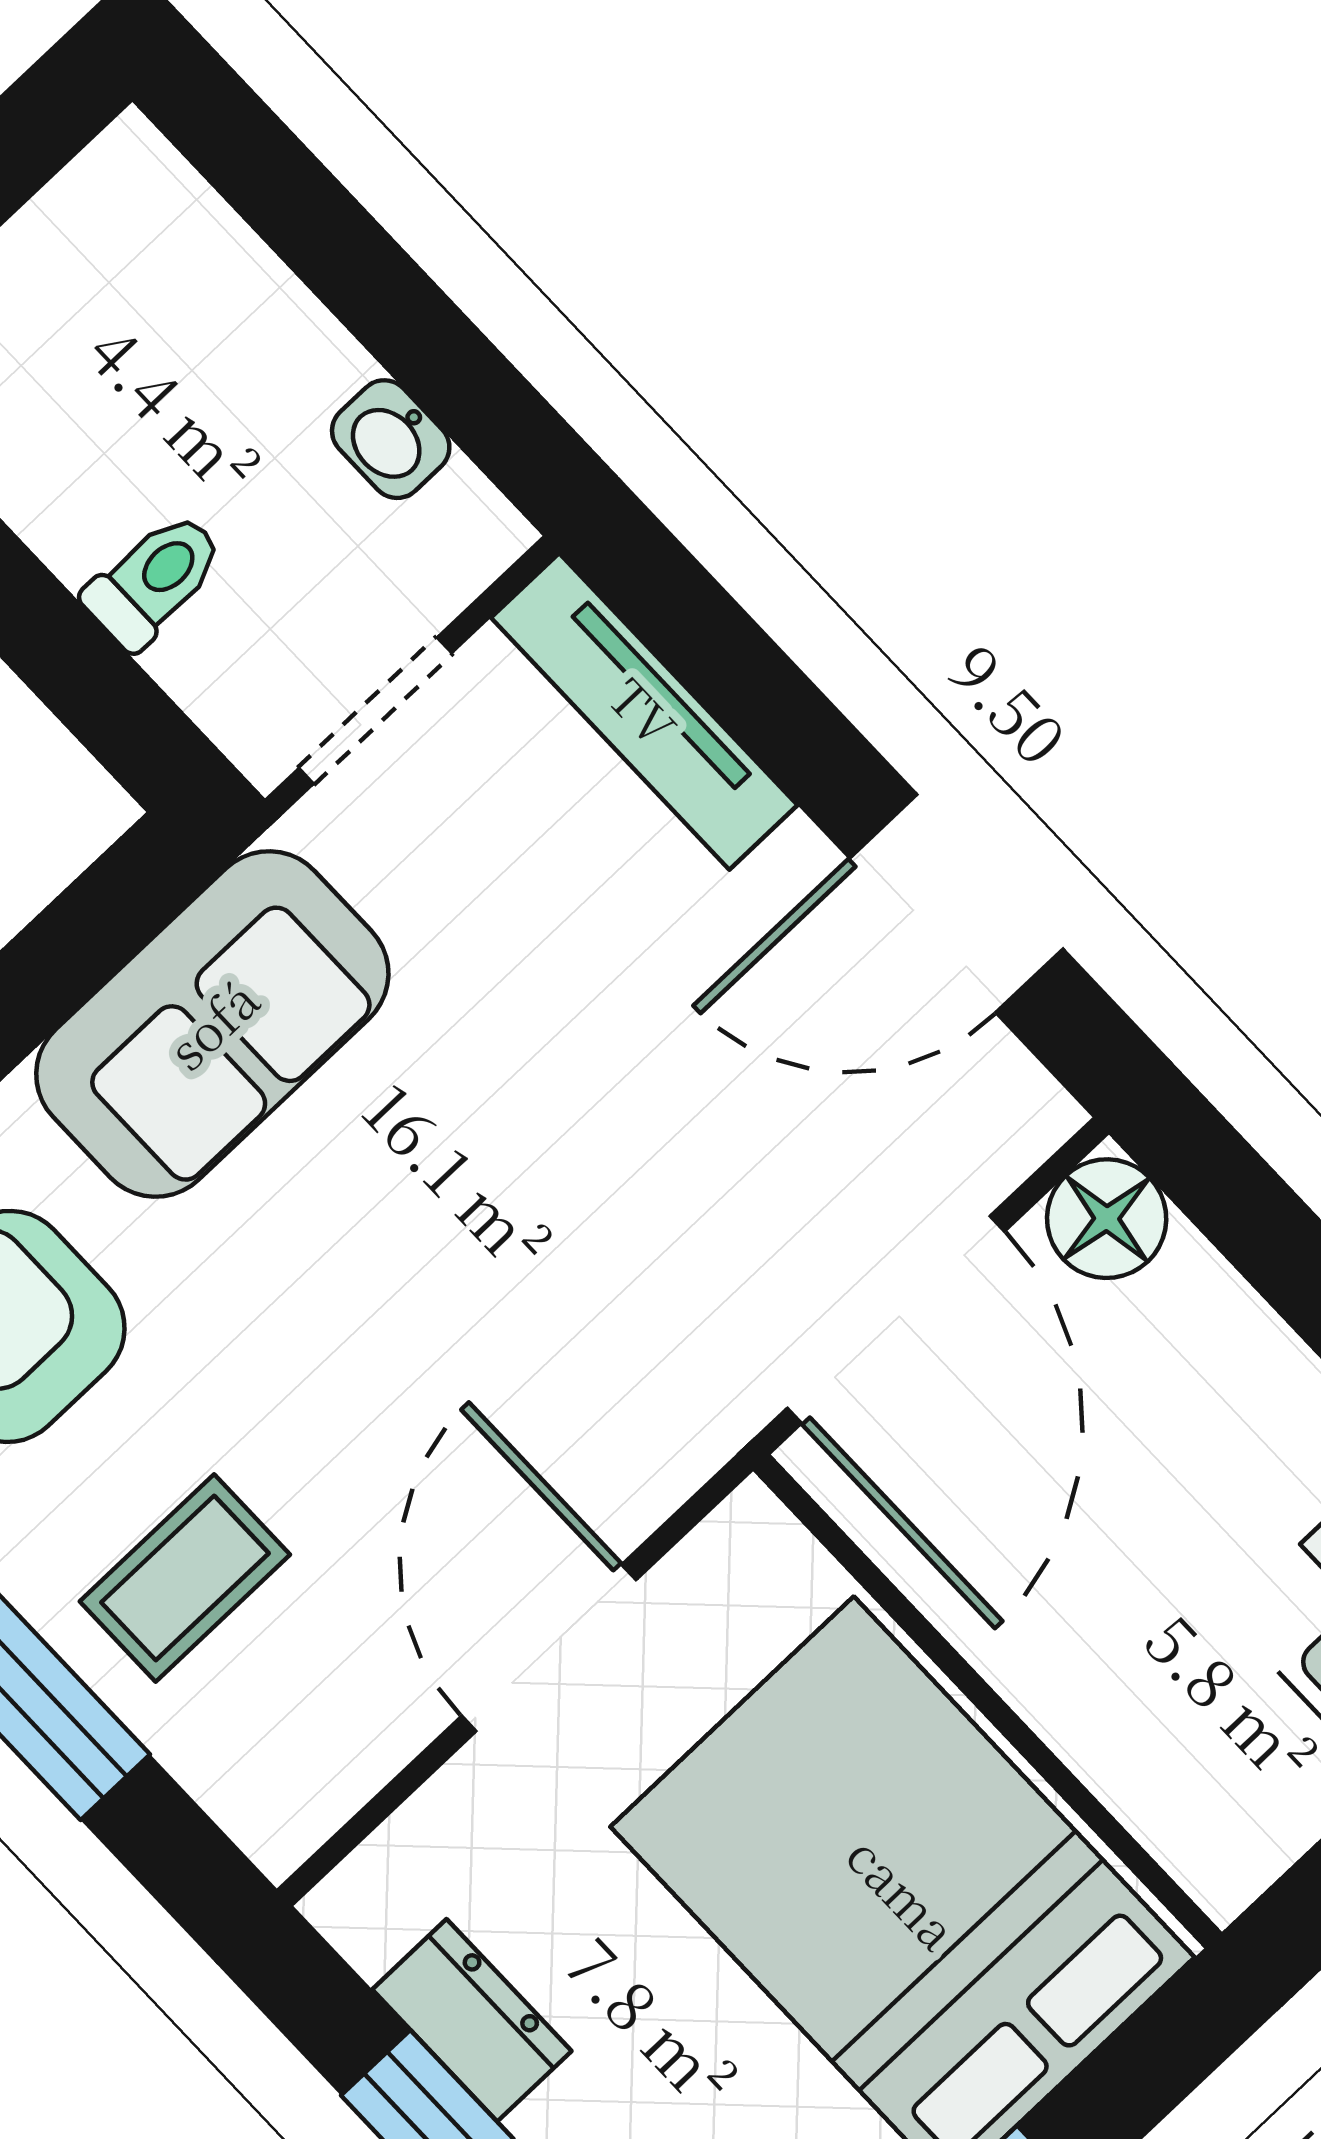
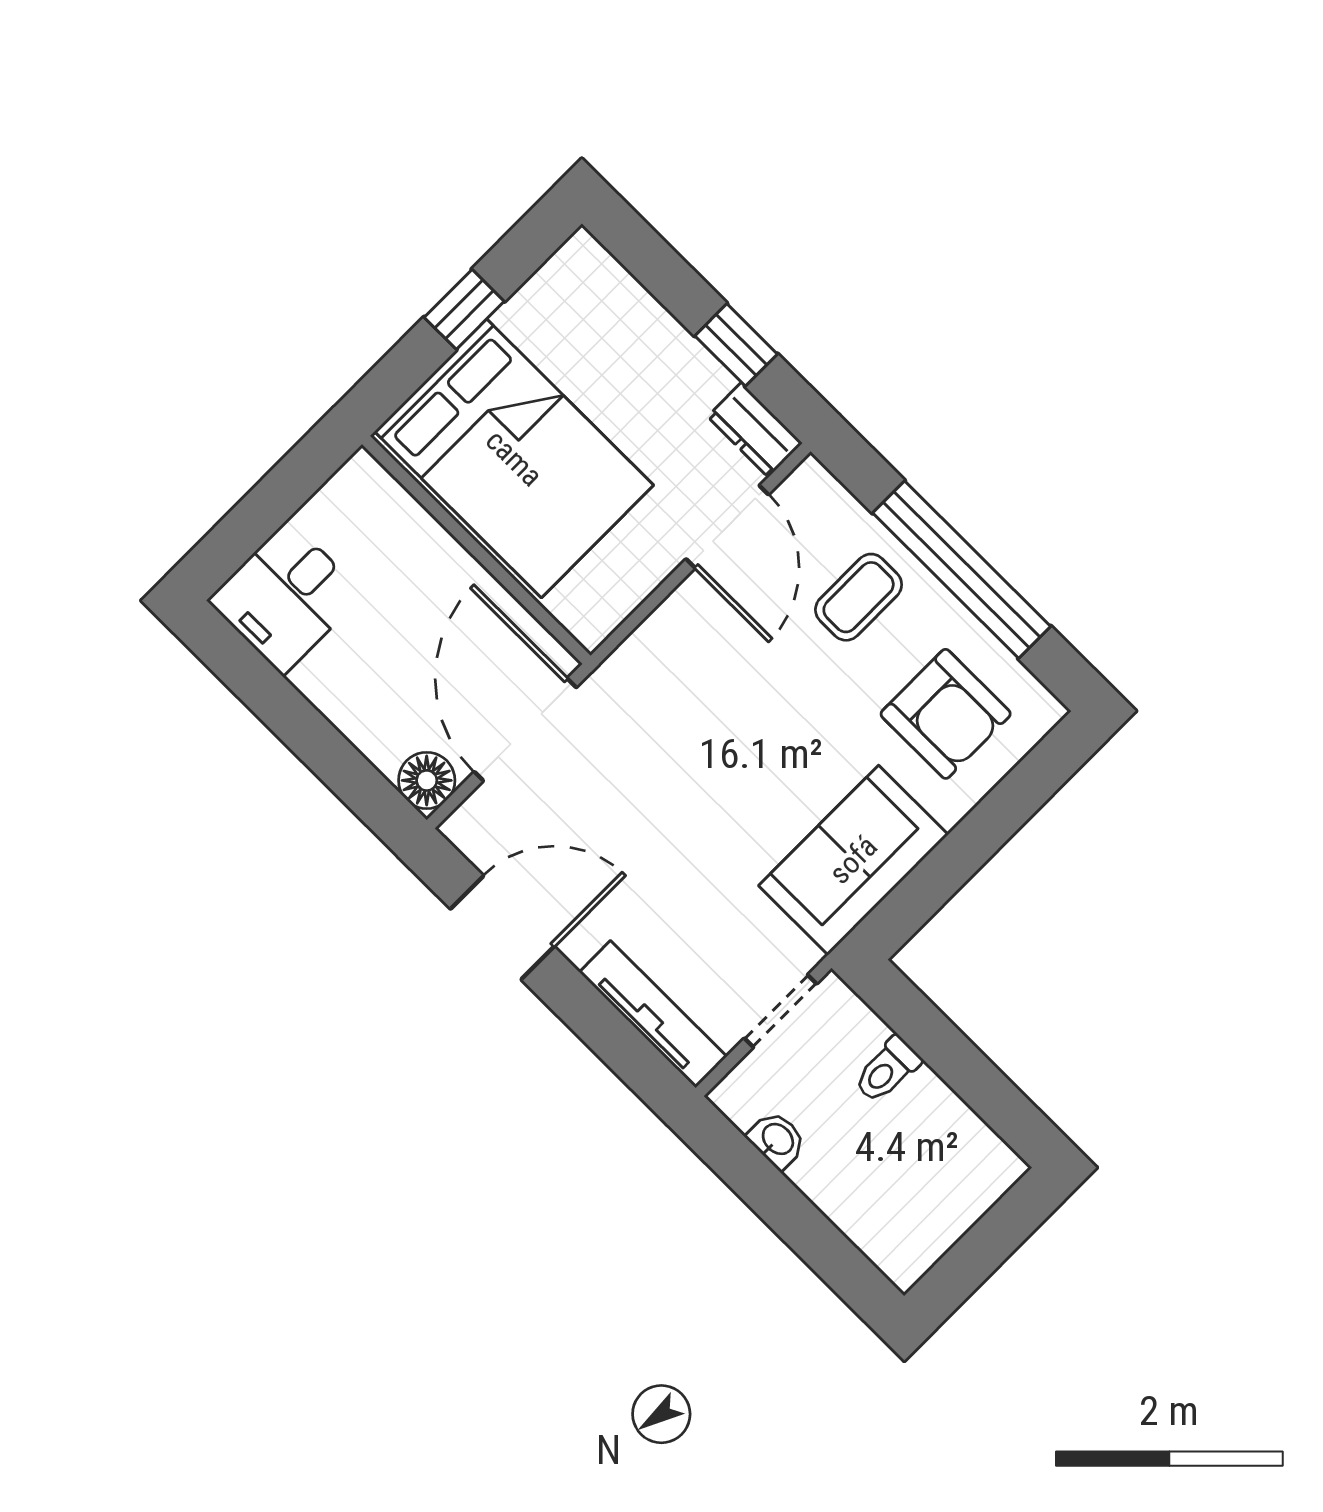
door: (549, 1648) -> (727, 527), moved
dresser: (472, 2020) -> (755, 430), moved

